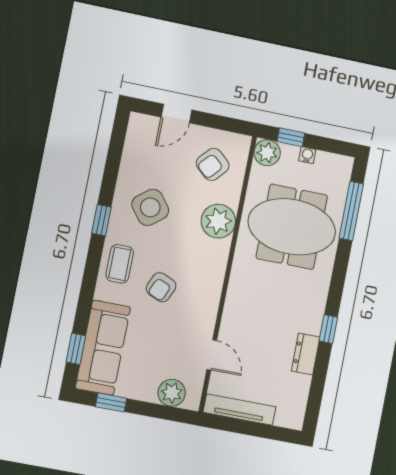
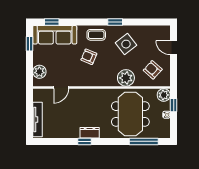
dresser: (306, 354) -> (90, 133), moved
tv unit: (239, 409) -> (37, 119), moved

